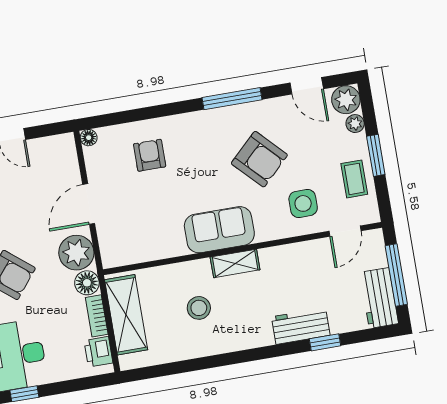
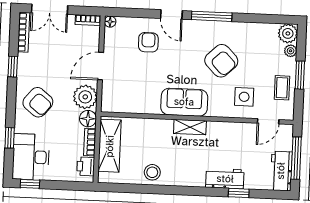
door: (307, 86) -> (171, 15), moved
bookcase: (57, 142) -> (88, 20), added
stool: (199, 308) -> (152, 172), moved

